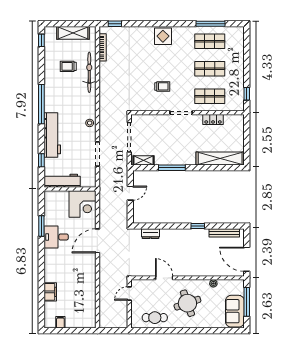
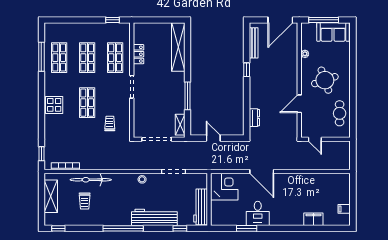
shop shelf: (165, 69) -> (87, 103), added
trolley: (162, 86) -> (110, 123), moved

